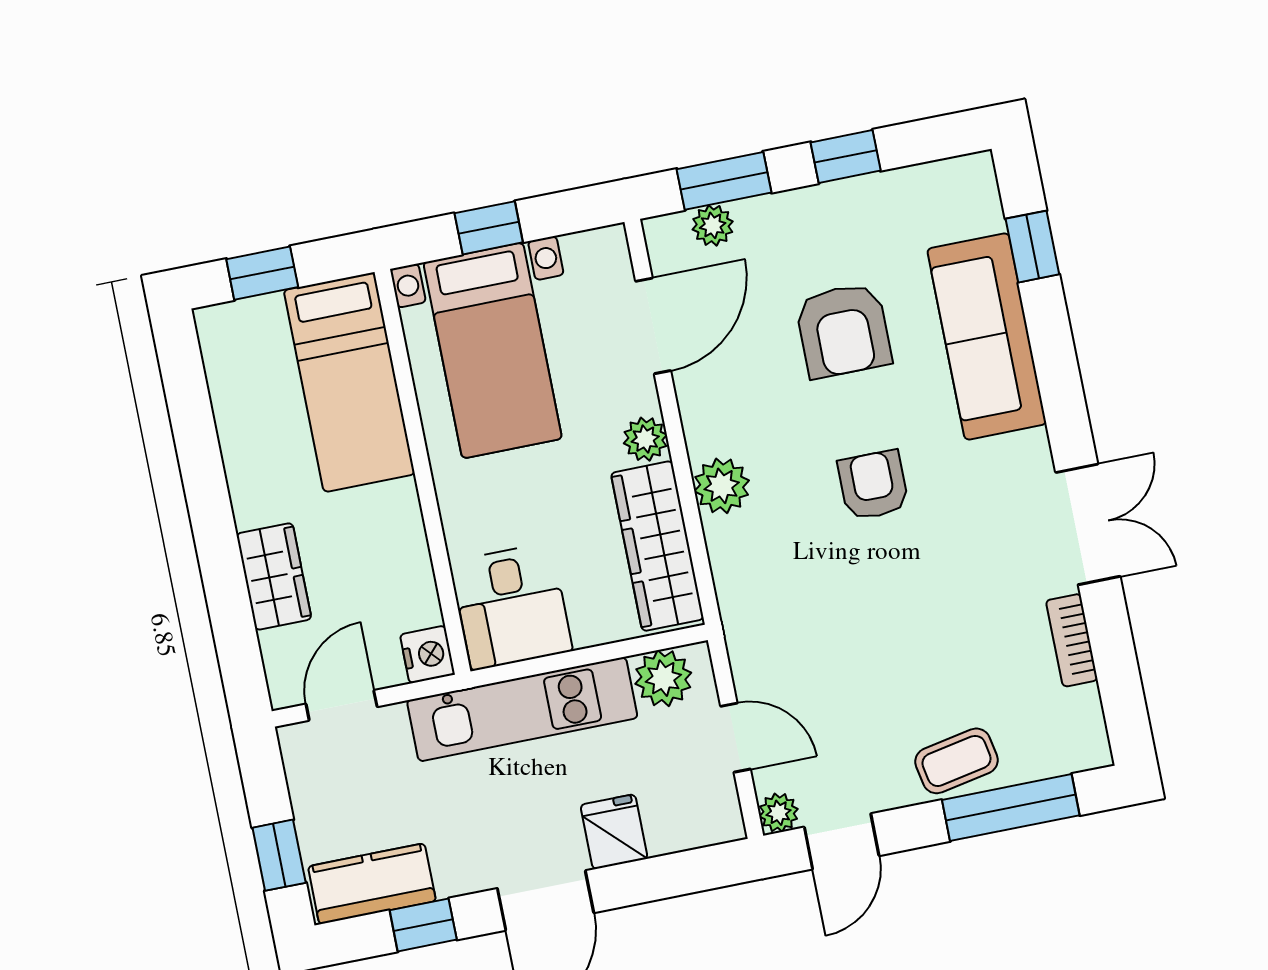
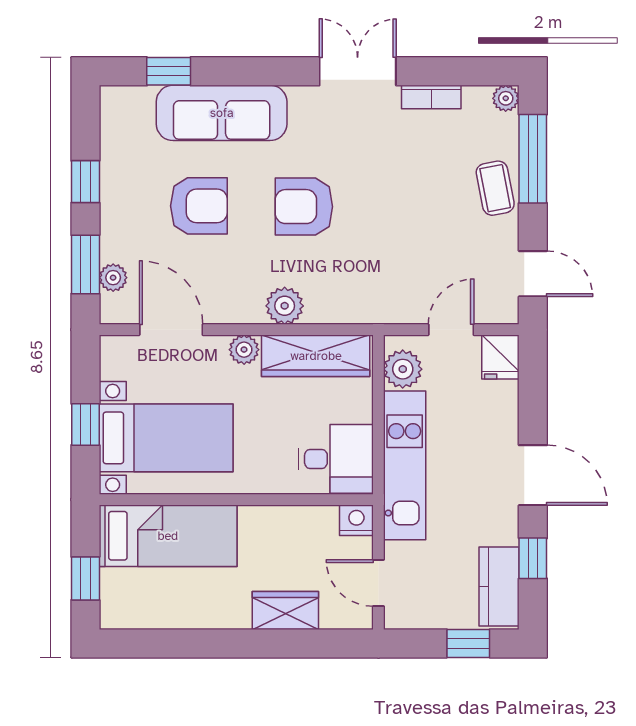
armchair: (873, 485) -> (304, 207), width x1.38, depth x1.38
plant: (779, 813) -> (506, 98), moved
fridge: (614, 832) -> (500, 357), moved, turned -90

